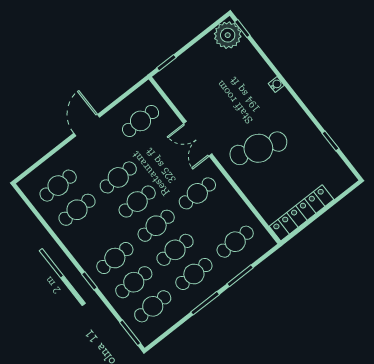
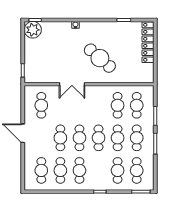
cafe table: (258, 148) -> (100, 58), turned -68
cafe table: (197, 193) -> (118, 105), moved
locker: (301, 213) -> (148, 42), moved
cafe table: (115, 258) -> (79, 170), moved

